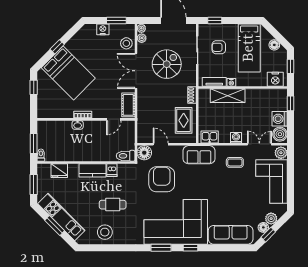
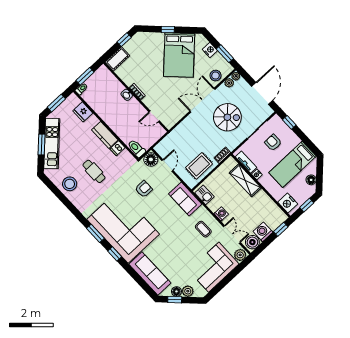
bed: (68, 73) -> (179, 55), moved
cot: (128, 105) -> (117, 59), moved
armchair: (162, 179) -> (144, 189), width x0.53, depth x0.53

